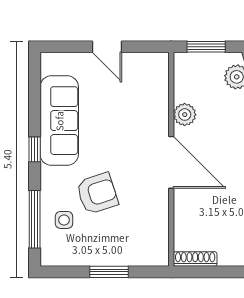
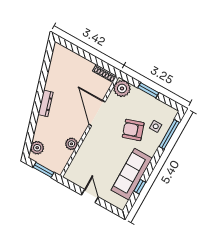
window: (35, 149) -> (140, 187), moved
door: (171, 162) -> (97, 113), moved
plant: (153, 251) -> (122, 88), added

